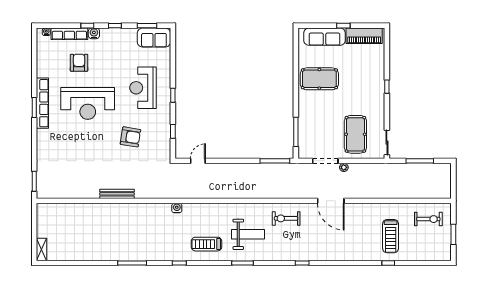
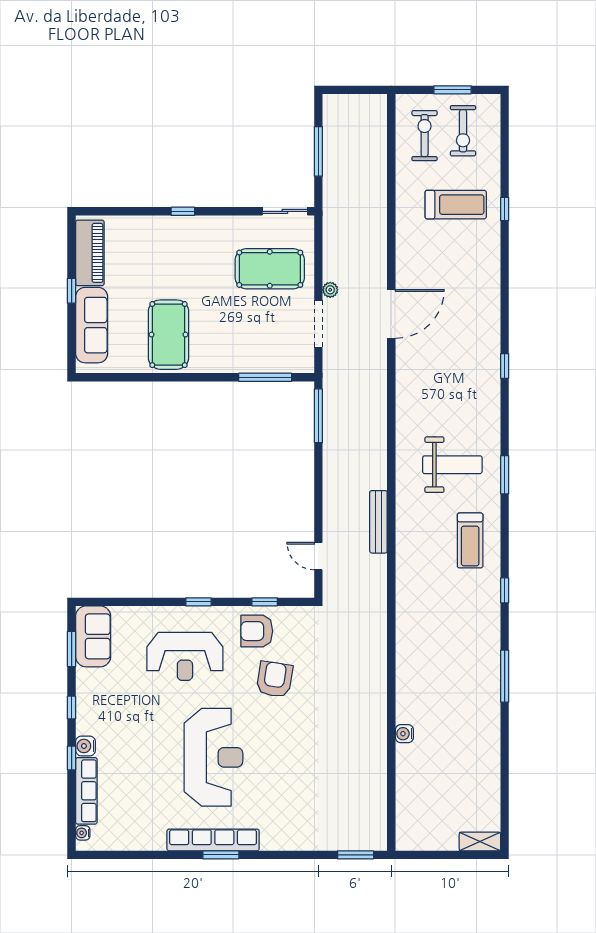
armchair: (79, 63) -> (257, 631), moved
bench: (117, 194) -> (378, 522), moved
water cooler: (177, 208) -> (404, 734), moved
exercise bike: (286, 218) -> (463, 131), moved
weight bench: (248, 234) -> (452, 465), turned 90

